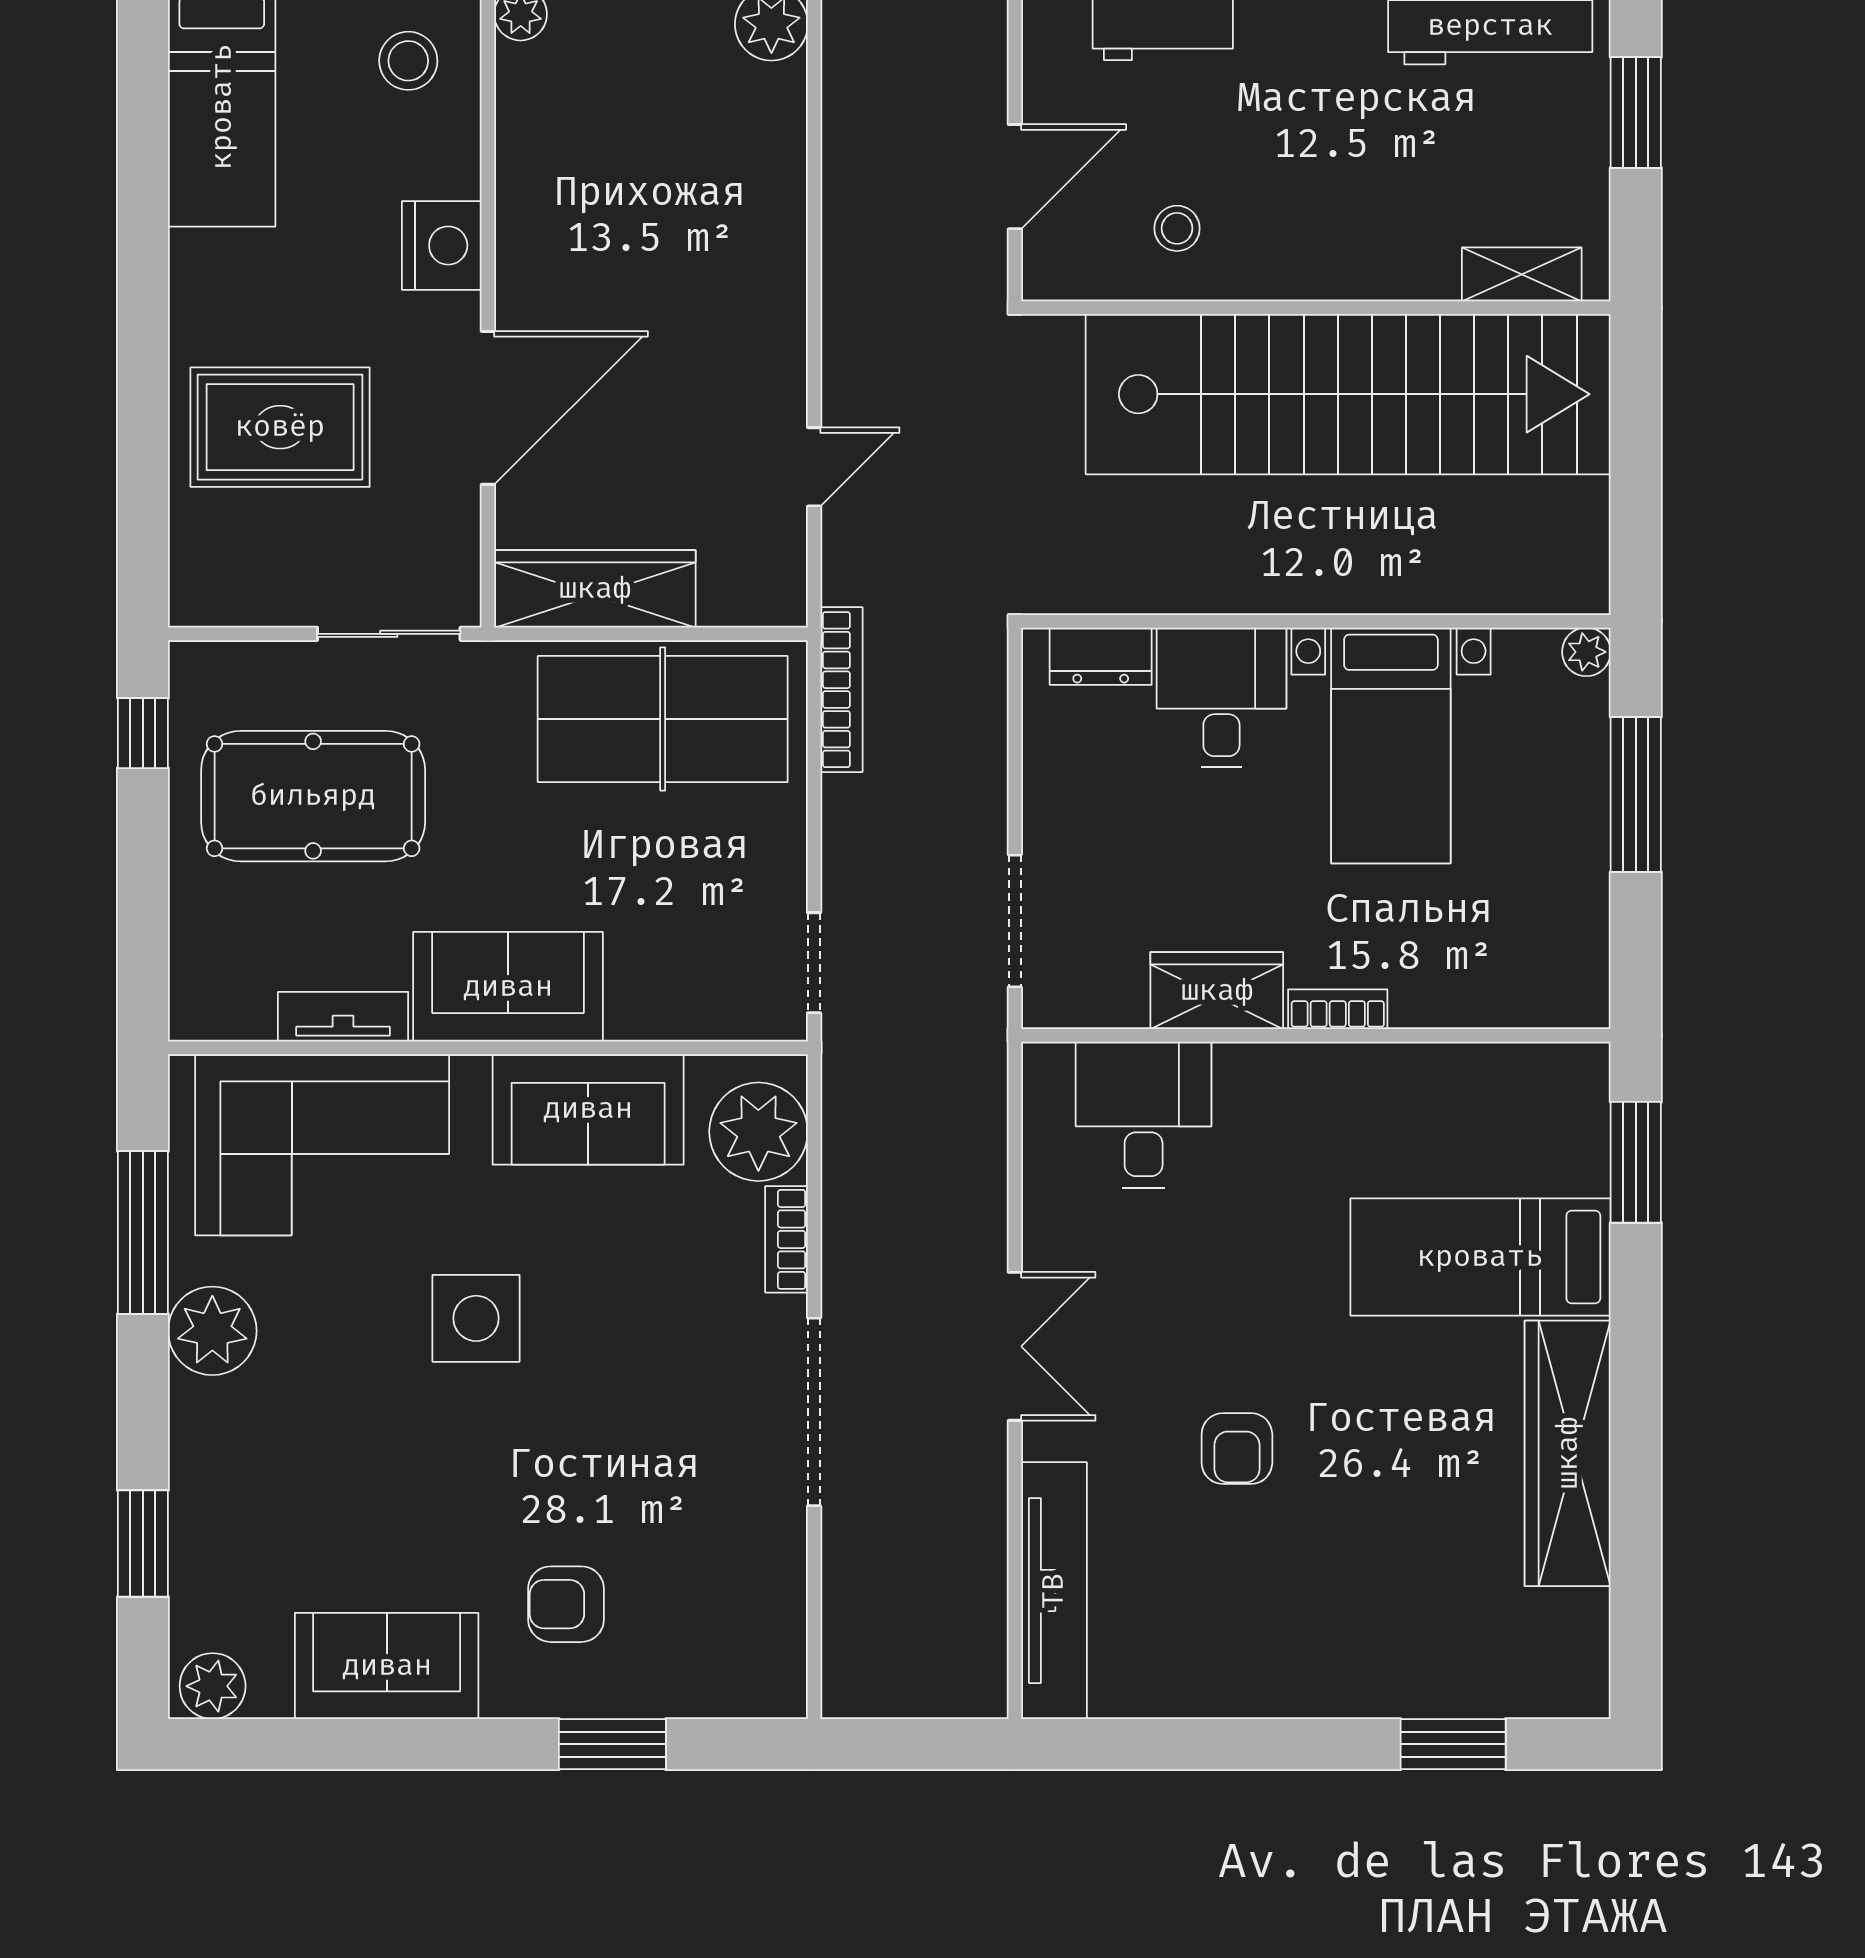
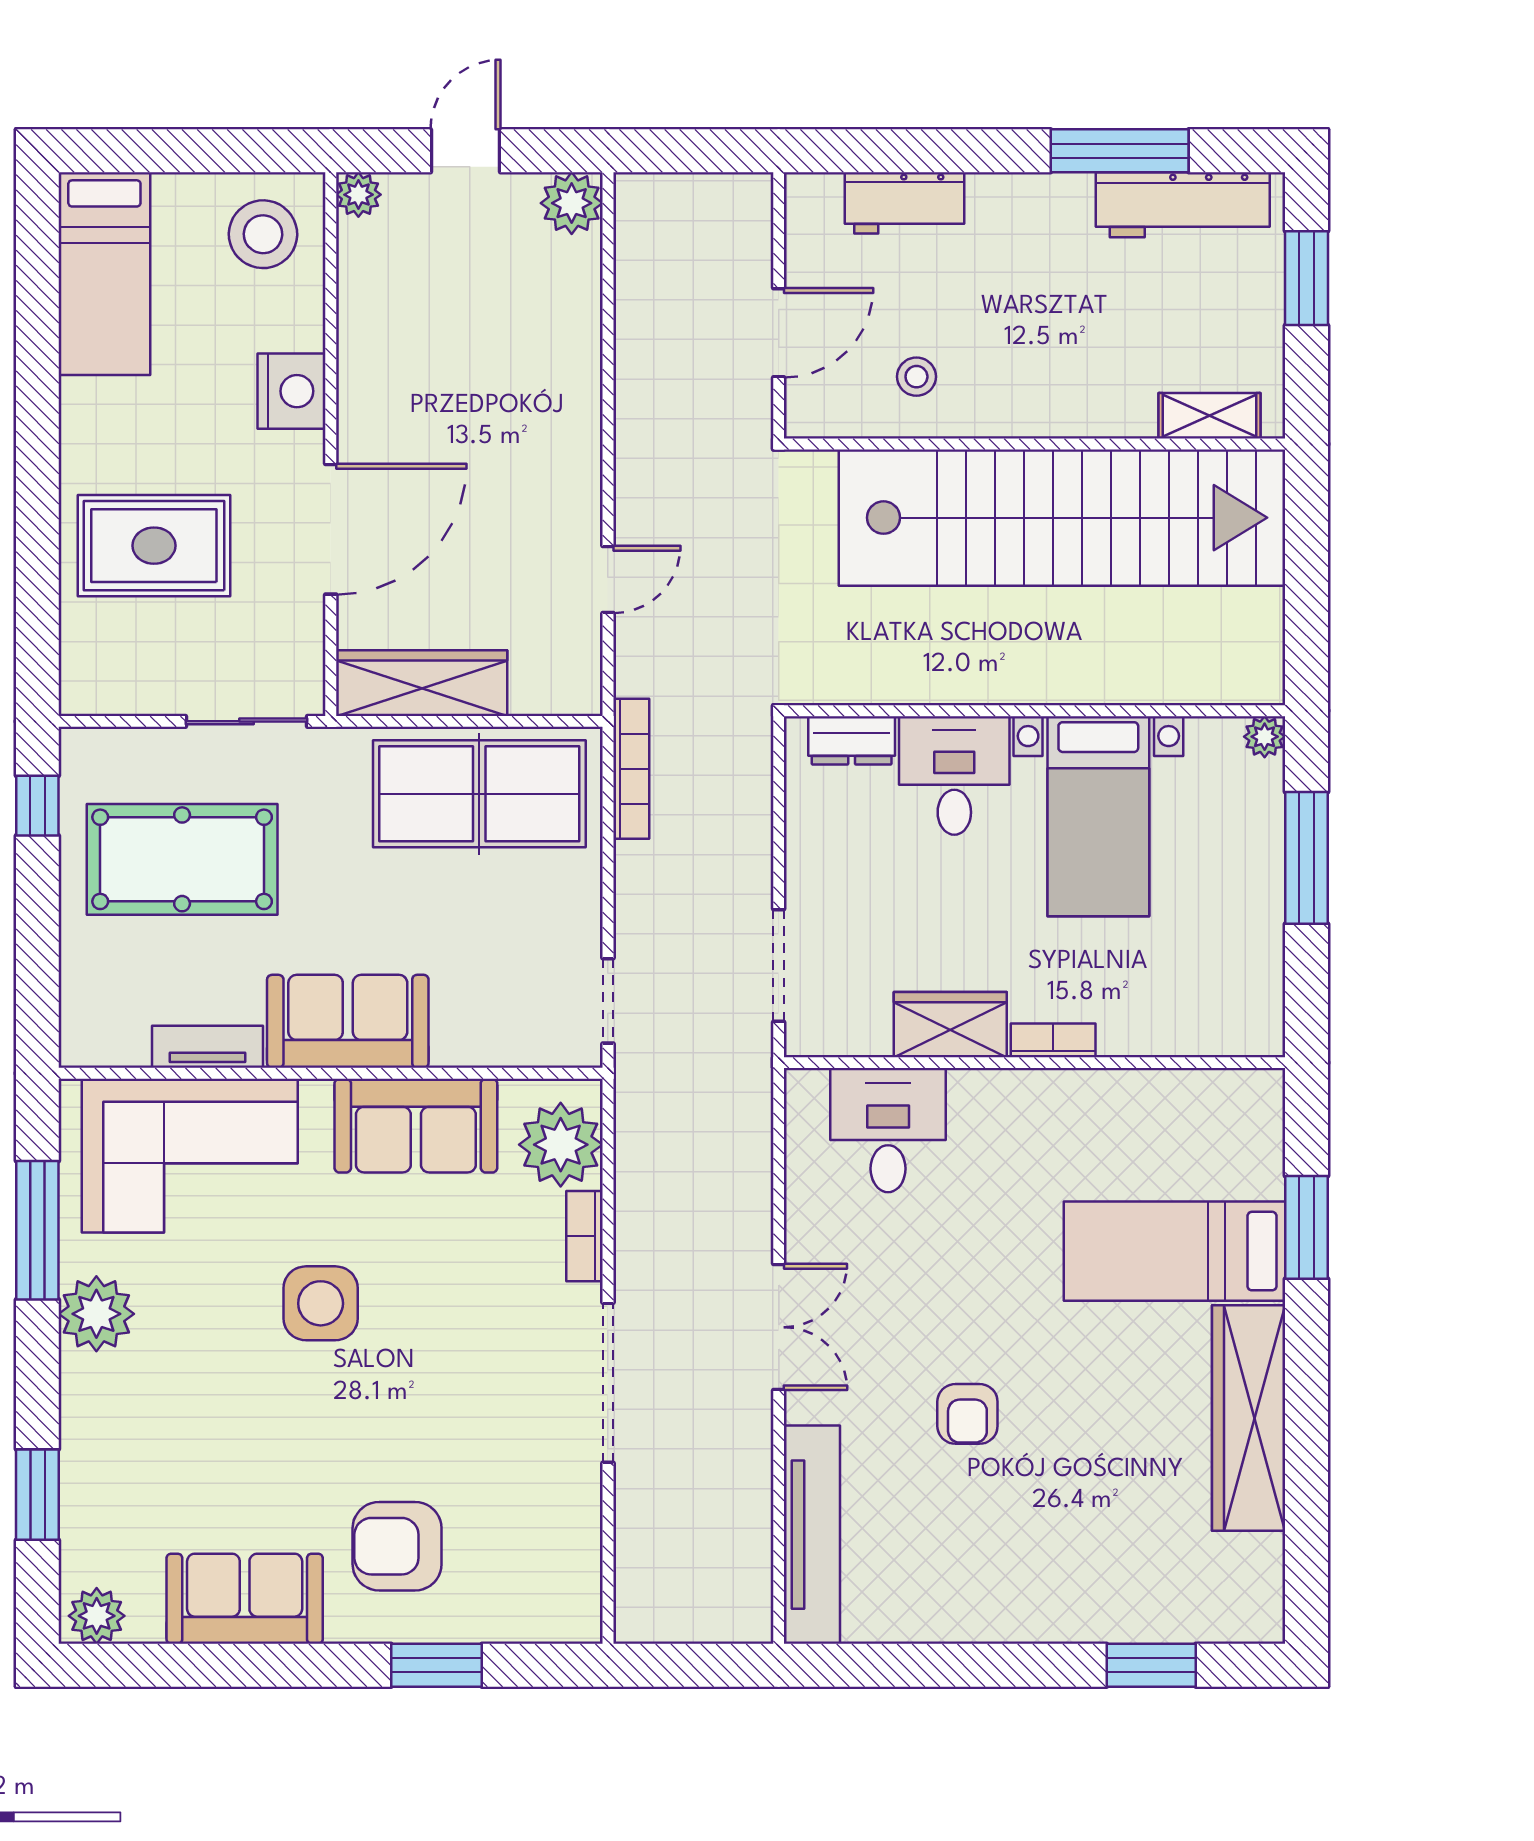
stool: (408, 61) -> (263, 234), width x1.38, depth x1.38
window: (1636, 1162) -> (1307, 1227), moved
armchair: (566, 1604) -> (397, 1546), width x1.38, depth x1.38

